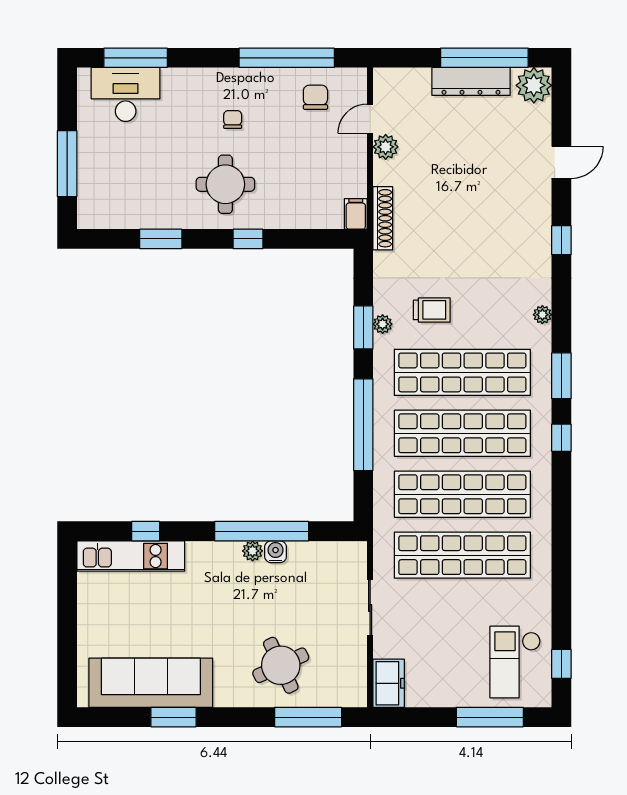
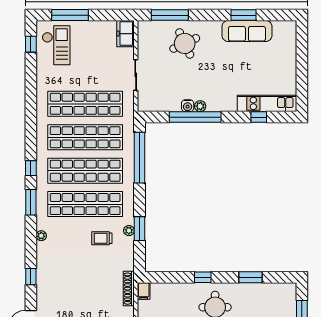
window: (363, 425) -> (139, 158), moved
sofa: (151, 683) -> (247, 31), width x0.74, depth x0.79

